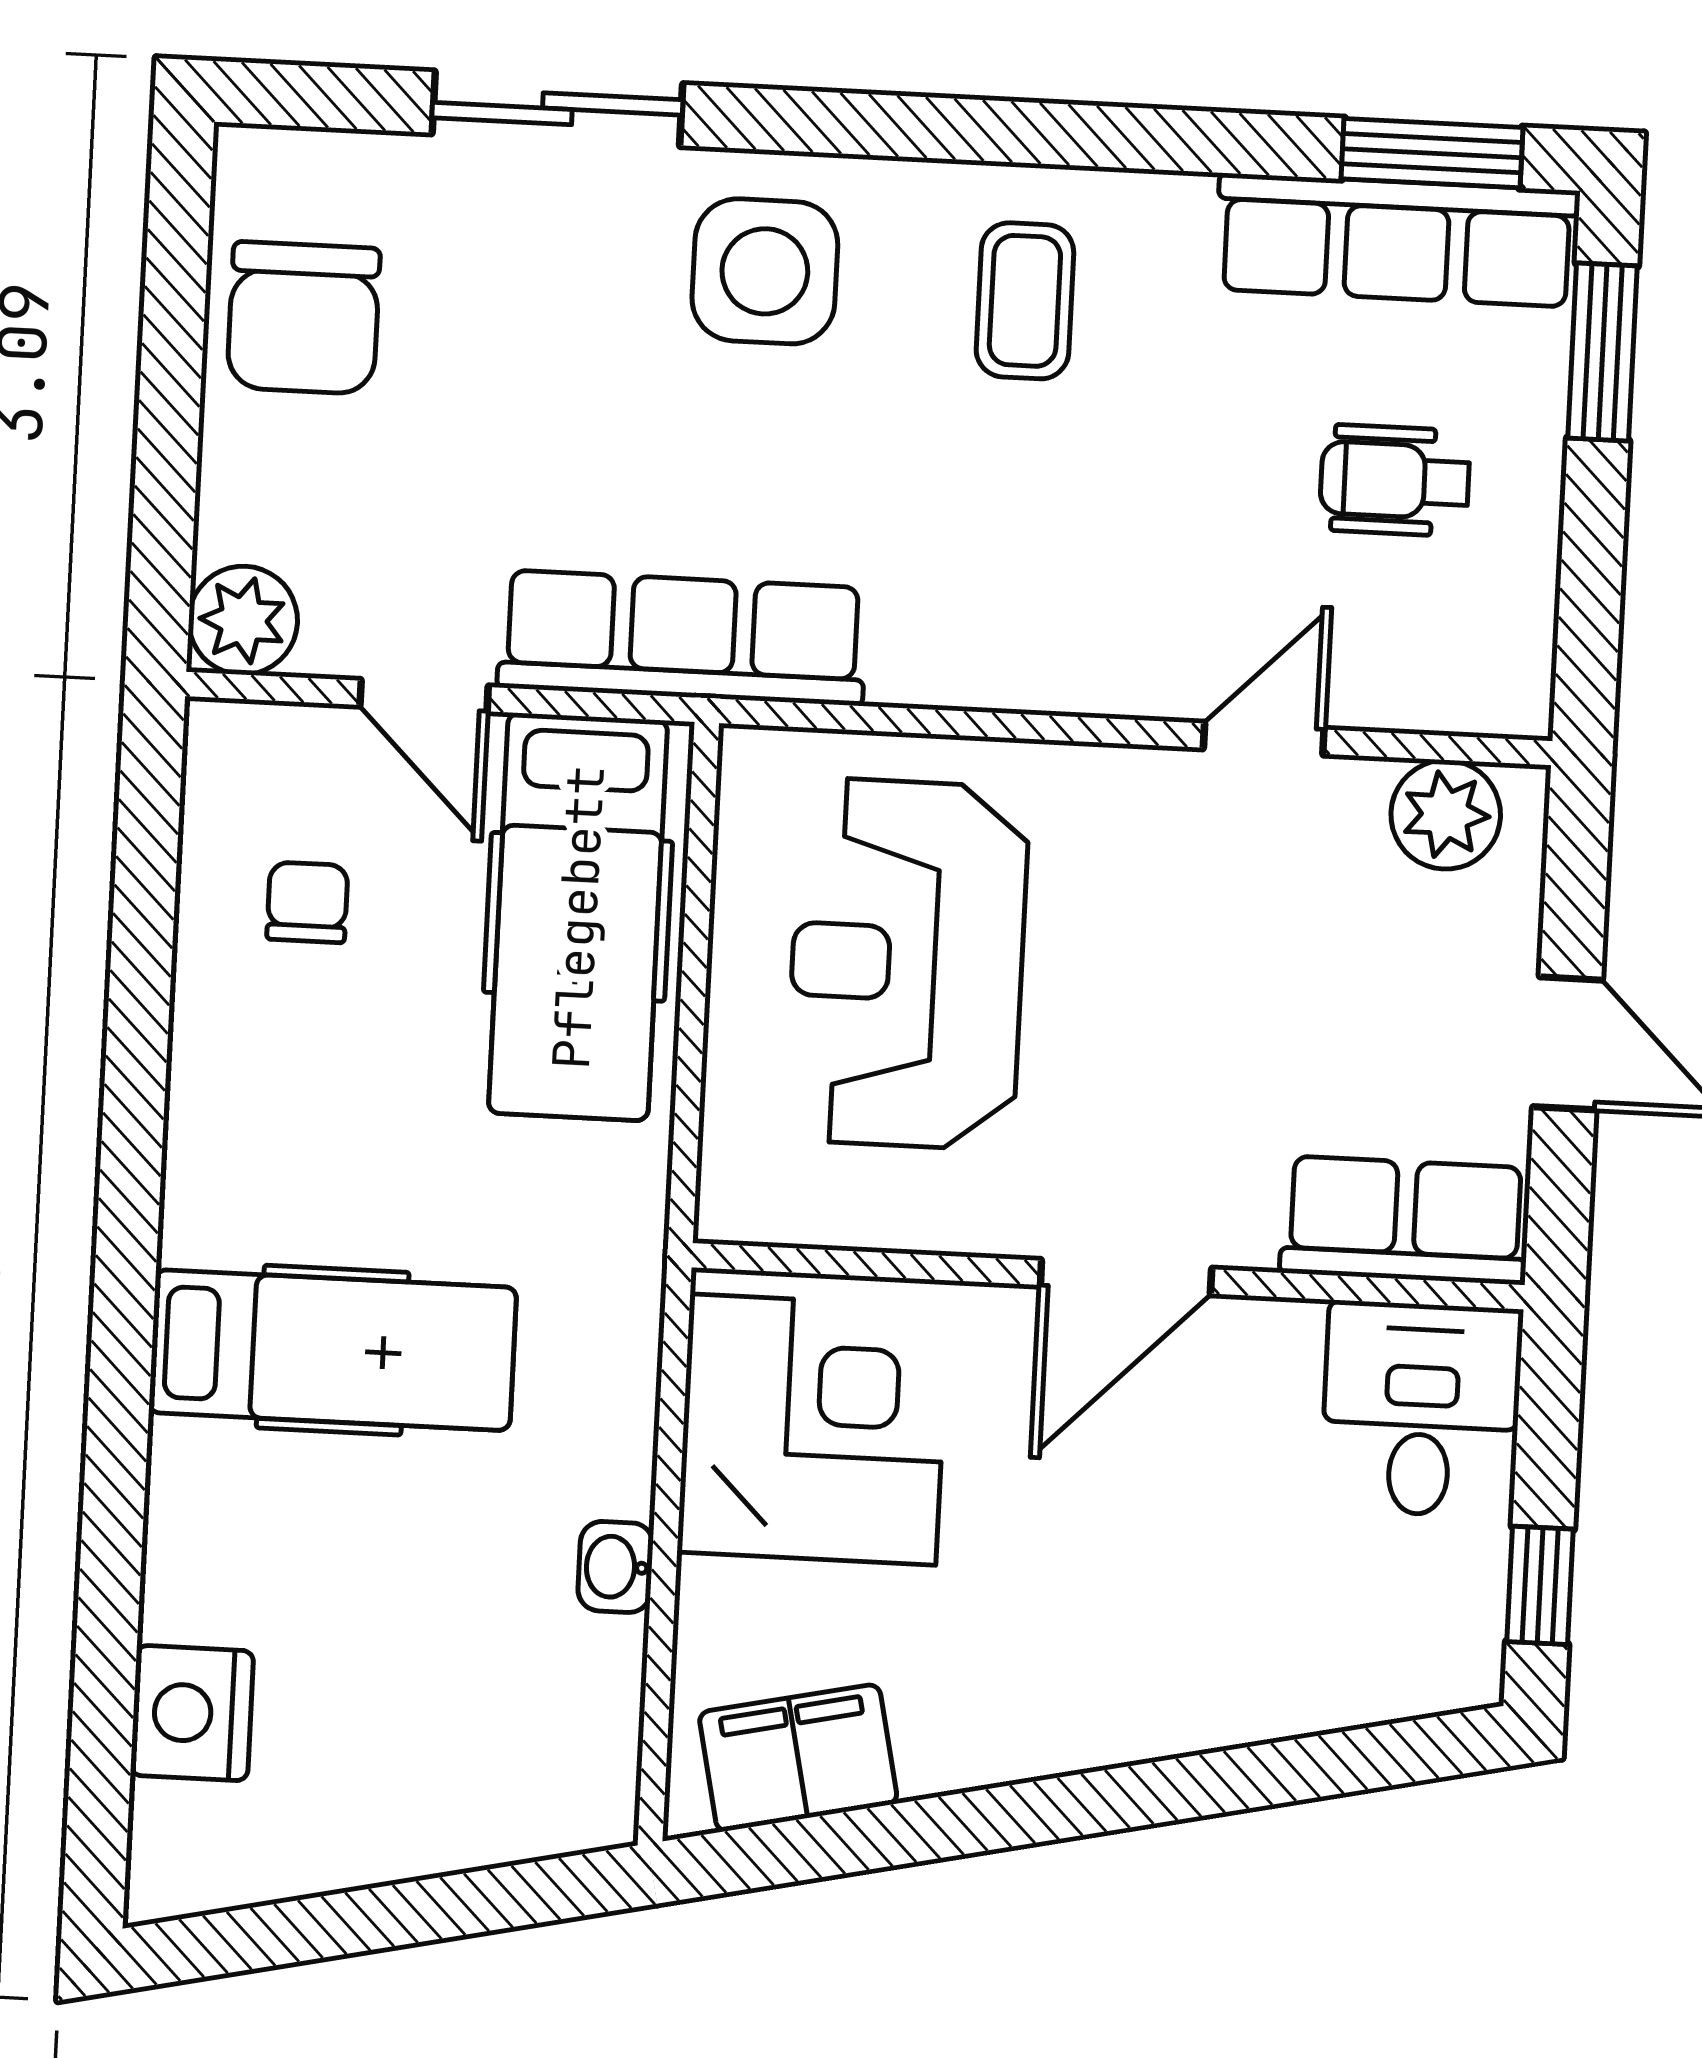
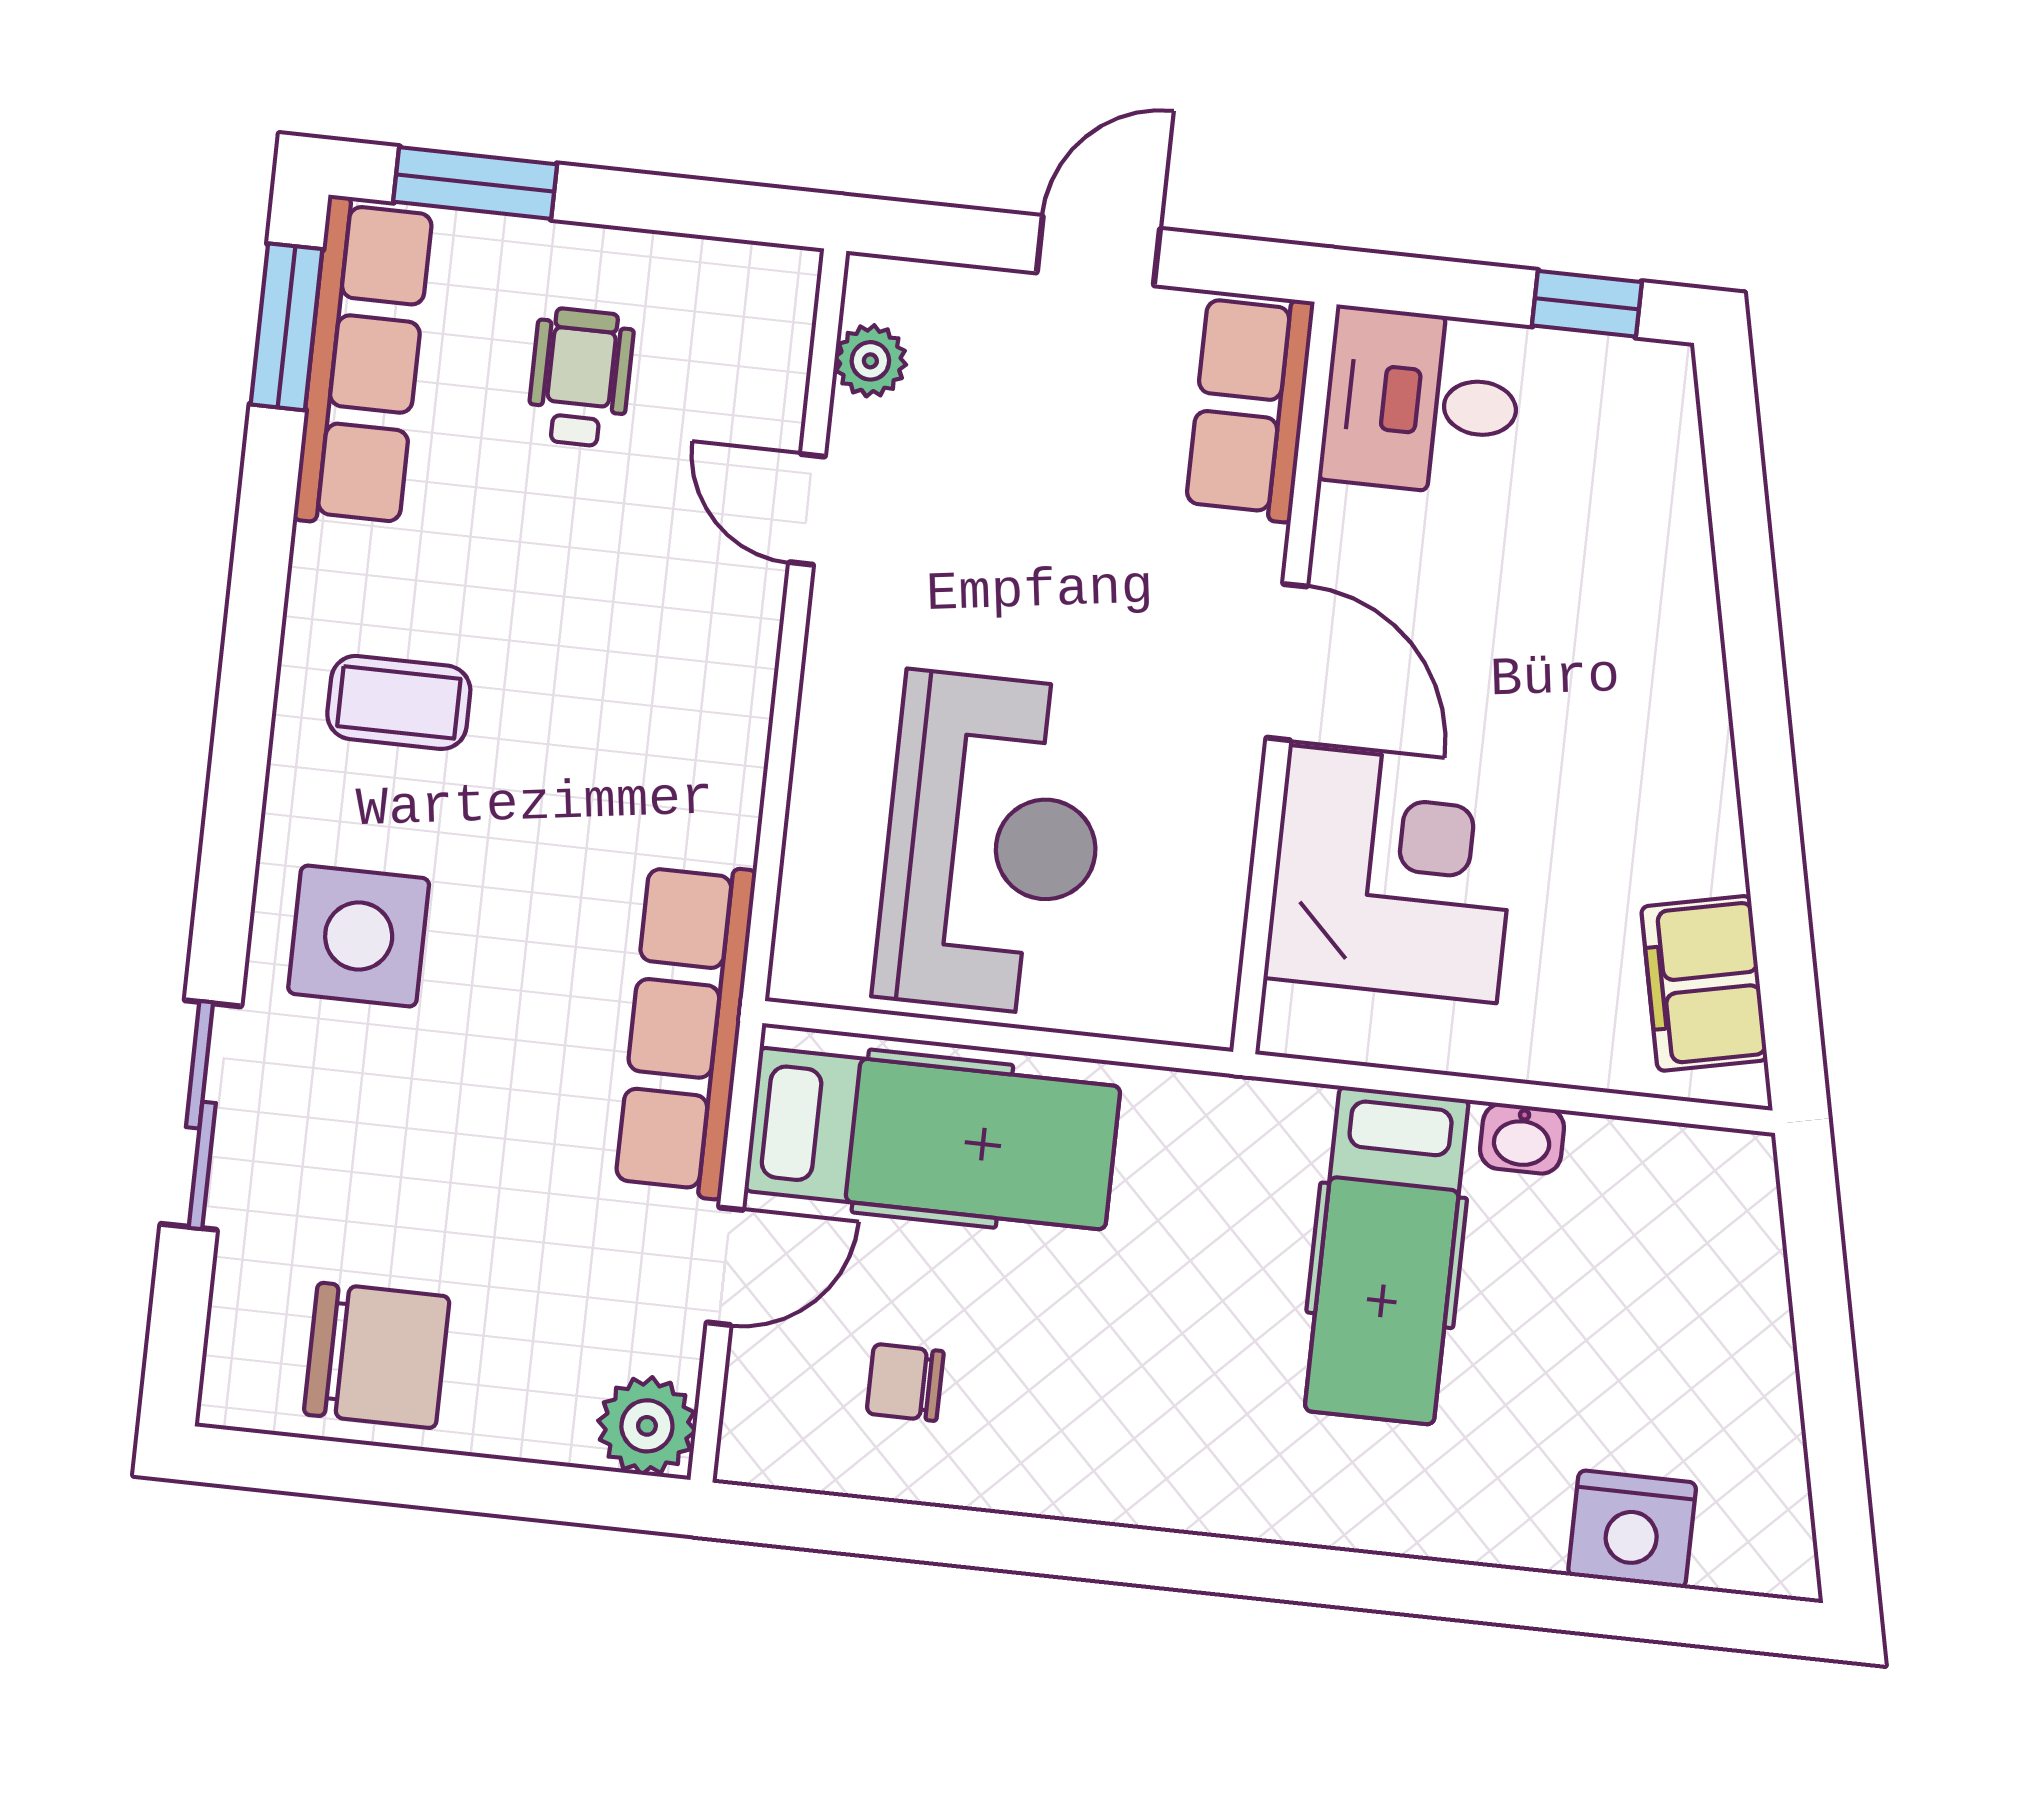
wheelchair: (1395, 480) -> (580, 377), turned 180
plant: (1446, 815) -> (870, 361), width x0.73, depth x0.73
reception desk: (907, 964) -> (992, 844), turned -90
hospital bed: (333, 1350) -> (1387, 1255), moved, turned 180
corner desk: (813, 1429) -> (1393, 874), moved, turned 90

